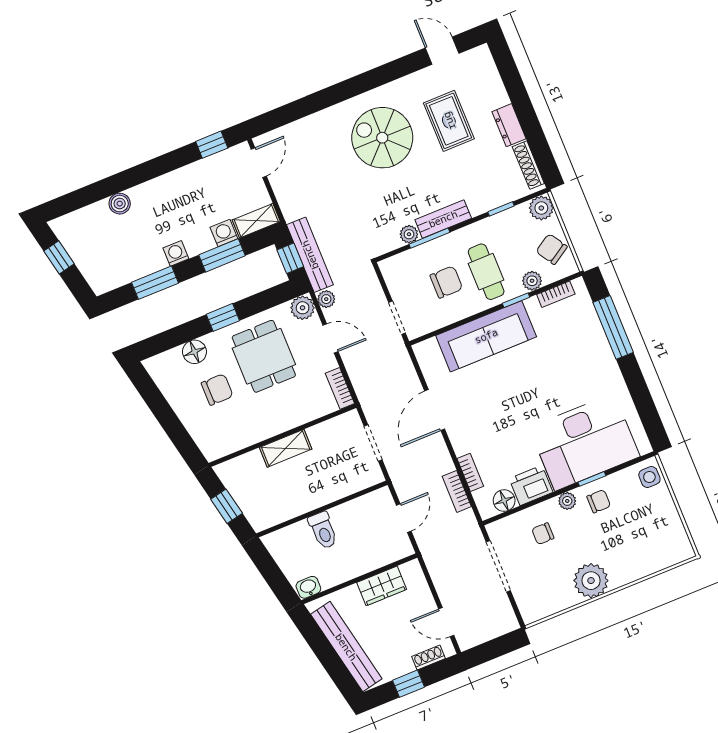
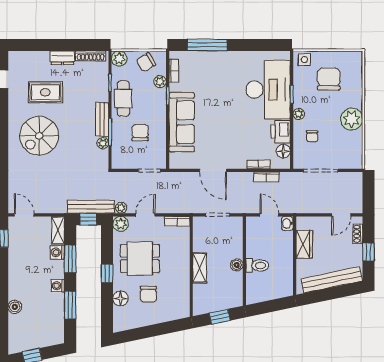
cafe table: (486, 272) -> (123, 99), moved, turned 90
chair: (217, 390) -> (148, 294), turned 180
boiler: (312, 500) -> (237, 265), added
chair: (599, 501) -> (329, 79), moved, width x1.87, depth x1.87
washbasin: (308, 587) -> (287, 223), moved

